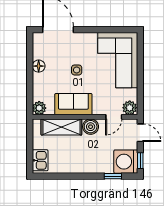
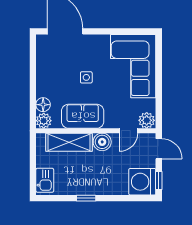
floor lamp: (39, 66) -> (43, 105), moved
window: (113, 176) -> (86, 198), moved

